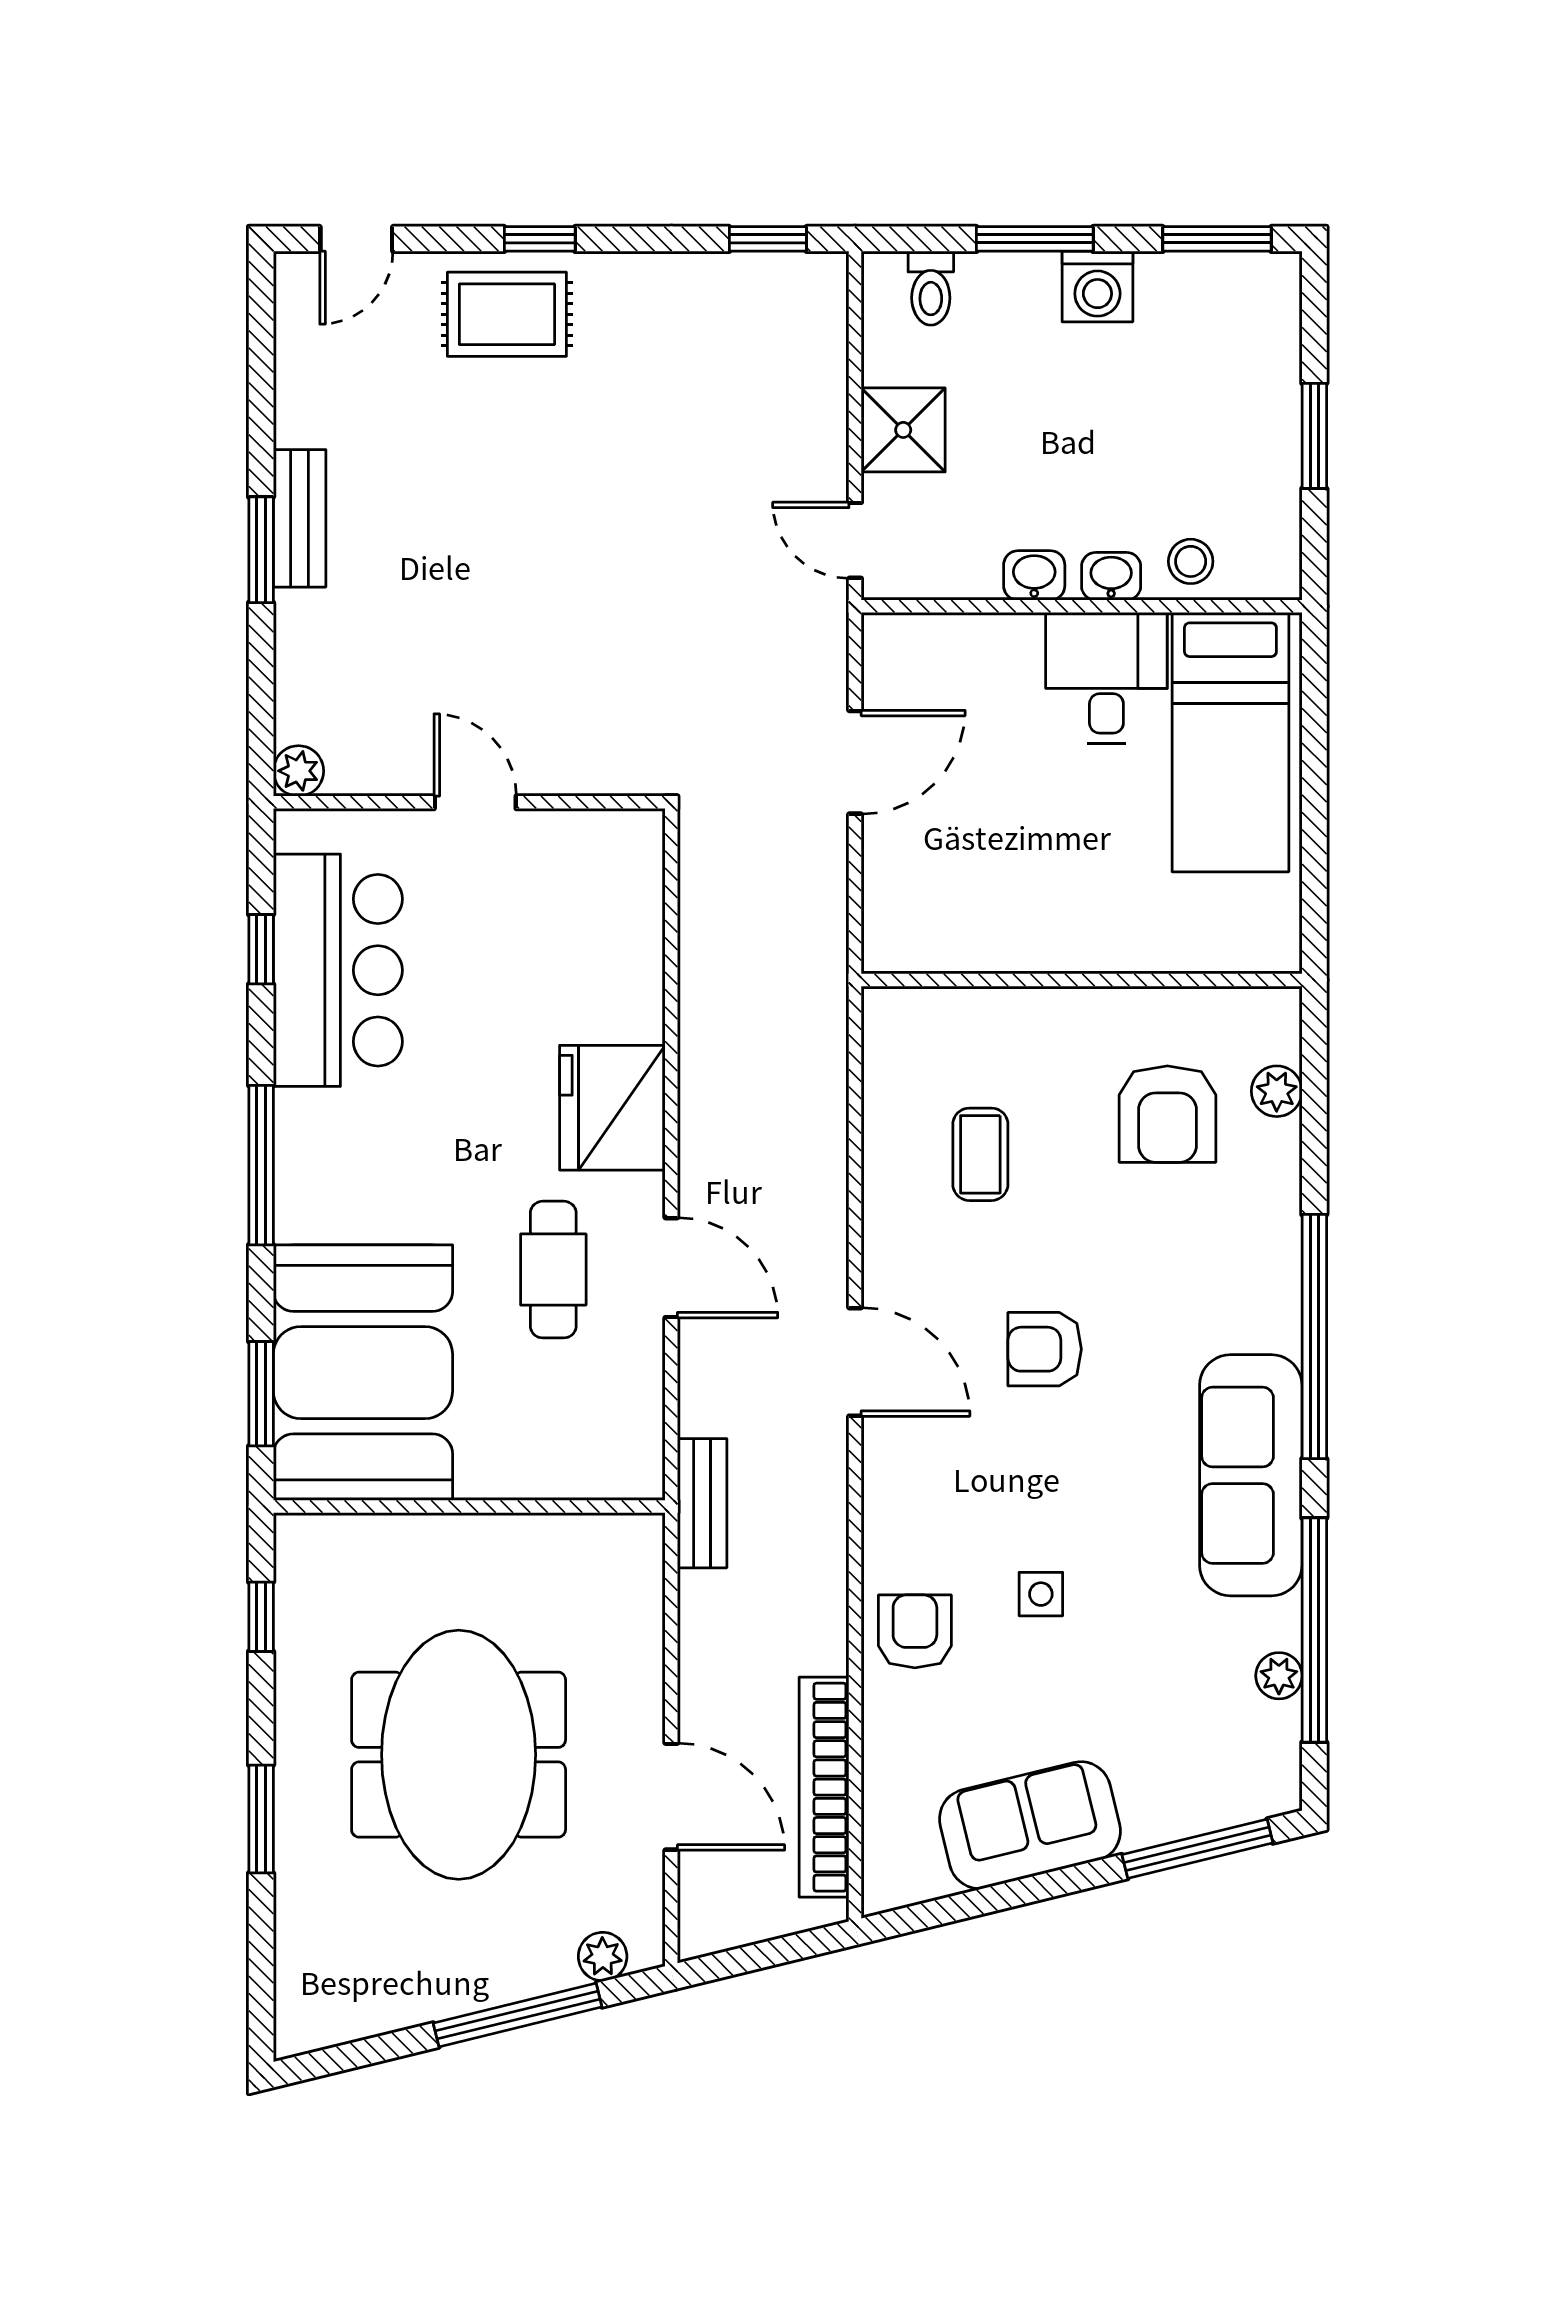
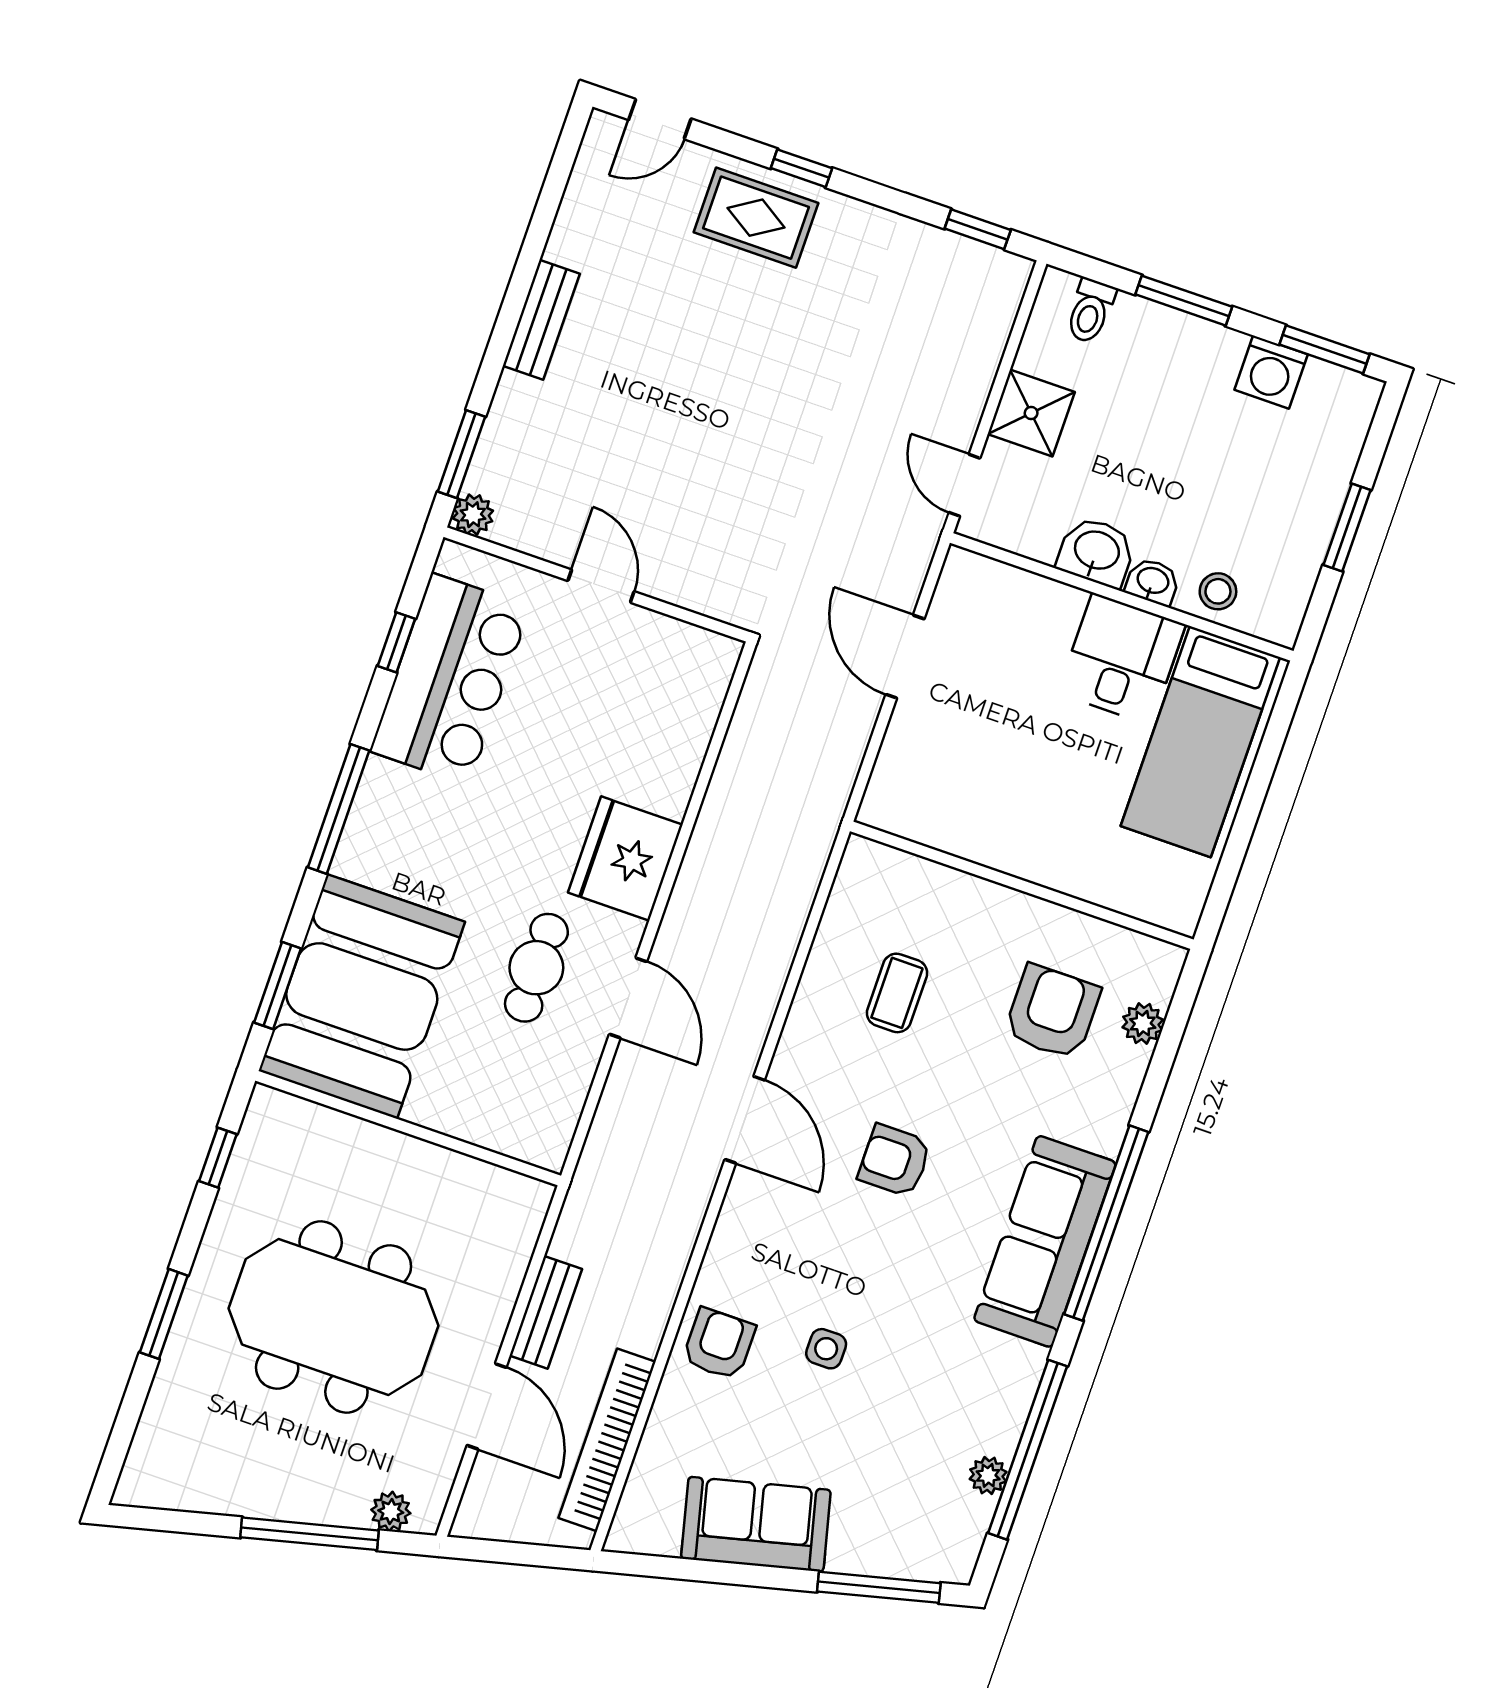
washing machine: (1097, 287) -> (1271, 372), moved
window: (261, 550) -> (462, 454), moved
washbasin: (1034, 575) -> (1096, 552), width x1.38, depth x1.45
door: (855, 762) -> (905, 657), swing flipped
armchair: (1167, 1114) -> (1052, 1012), turned 180
sofa: (1251, 1475) -> (1045, 1241), moved
bench: (702, 1503) -> (546, 1312), moved
meeting table: (459, 1755) -> (334, 1317), turned 90

